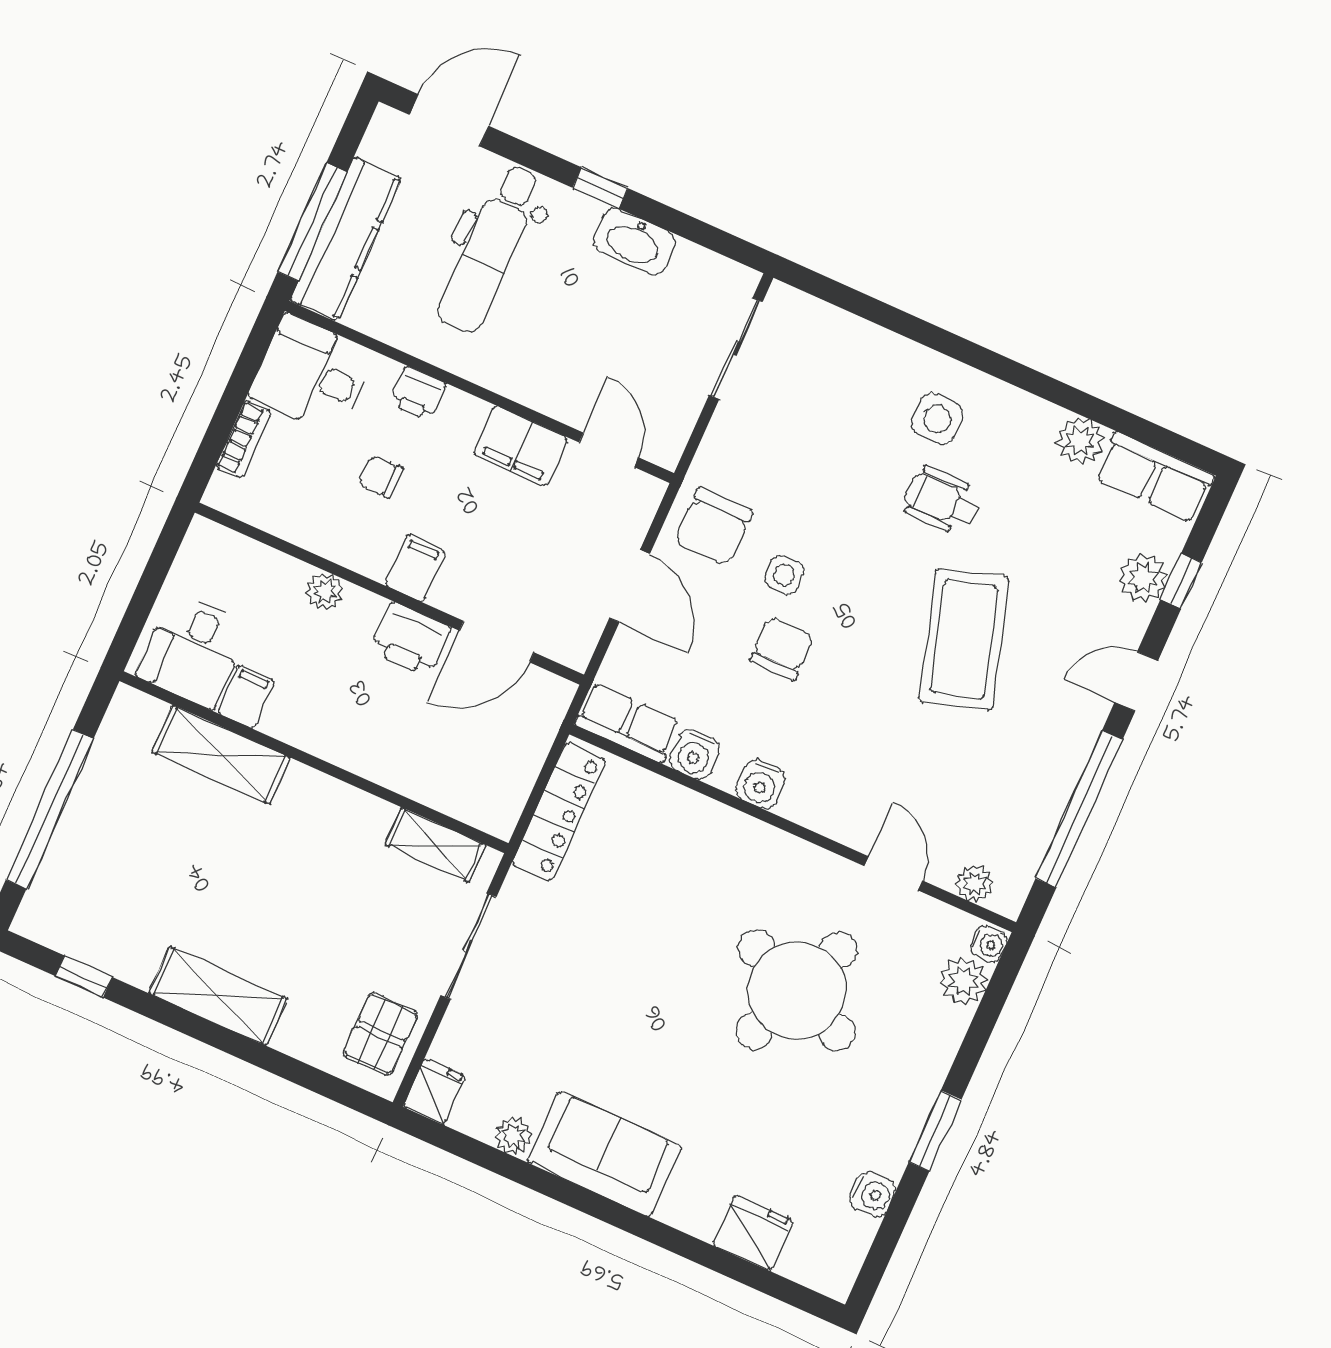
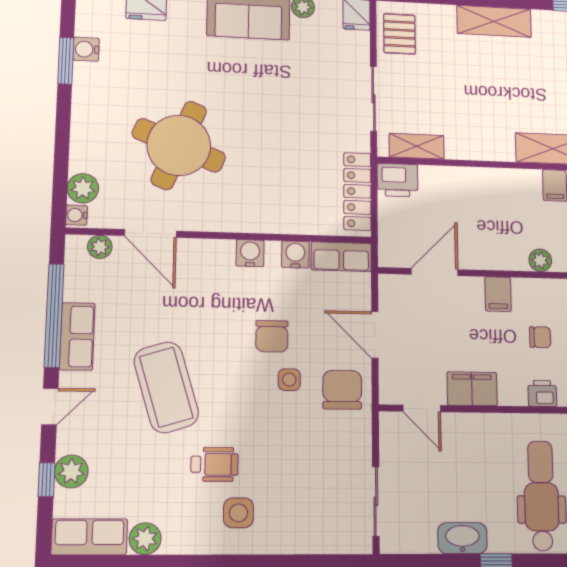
printer: (411, 639) -> (397, 180), moved, turned 180
row of seats: (1059, 765) -> (77, 336), added
door: (893, 873) -> (151, 233), width x1.38
window: (935, 1131) -> (66, 61), moved

